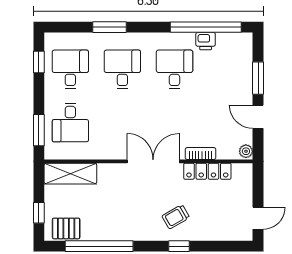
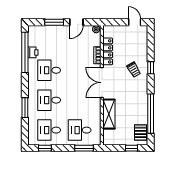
desk: (70, 123) -> (80, 130), turned 180
shelving: (70, 174) -> (109, 114), moved

